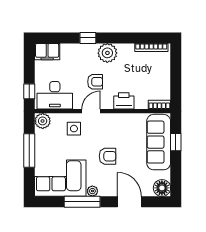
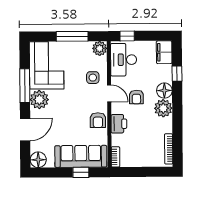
window: (88, 38) -> (177, 74), moved
floor lamp: (88, 52) -> (164, 91), added
armchair: (108, 156) -> (98, 120), moved
plant: (92, 191) -> (39, 100), width x1.88, depth x1.88

